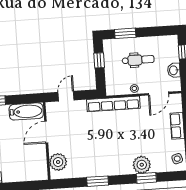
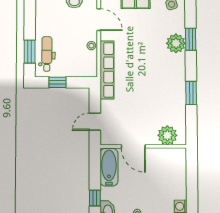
dental chair: (138, 60) -> (47, 54), moved
door: (66, 96) -> (95, 122), hinge flipped

